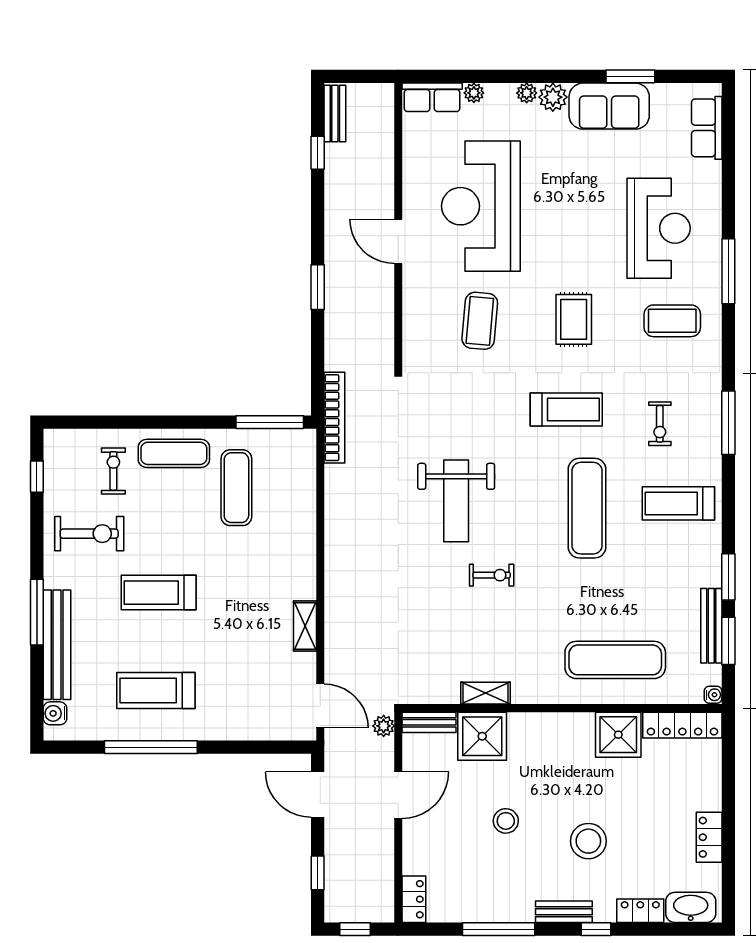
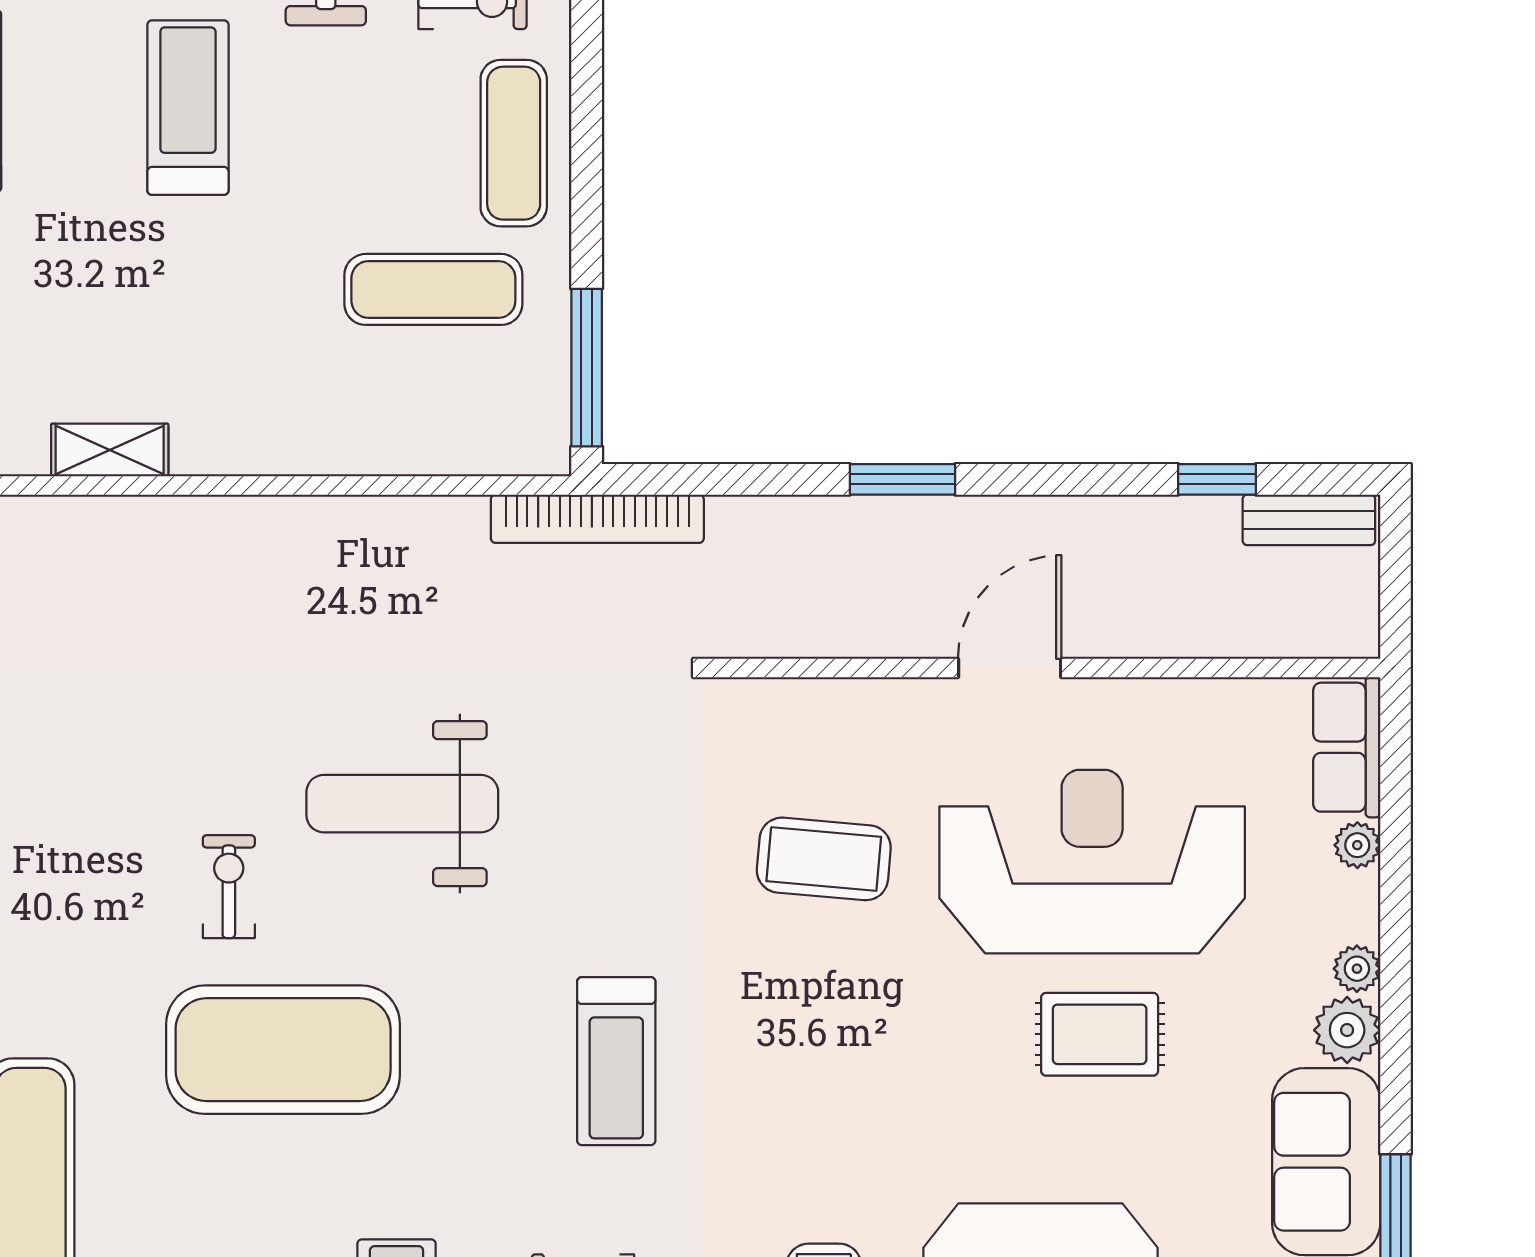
rug: (574, 319) -> (1100, 1034), moved
exercise mat: (587, 508) -> (283, 1050), moved, width x1.47
exercise bike: (492, 575) -> (229, 887), turned 180

